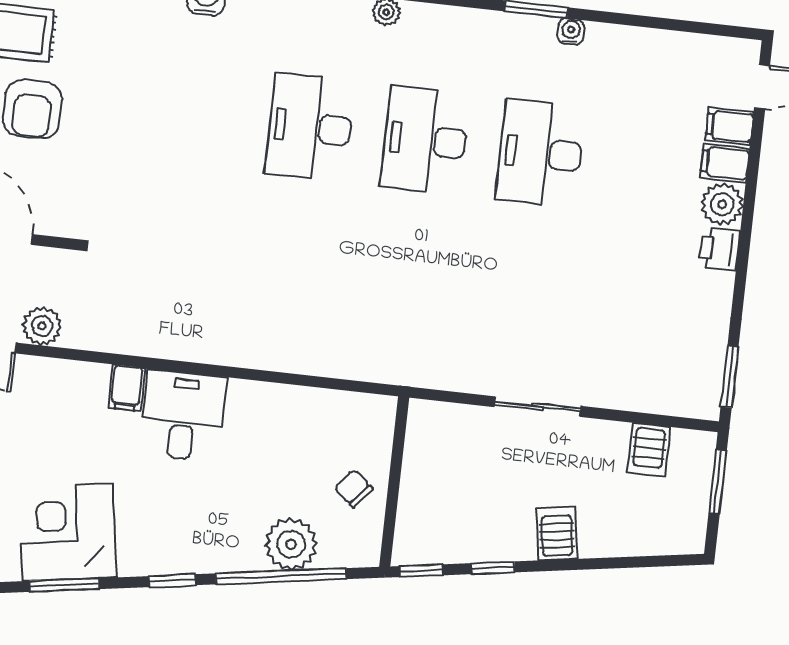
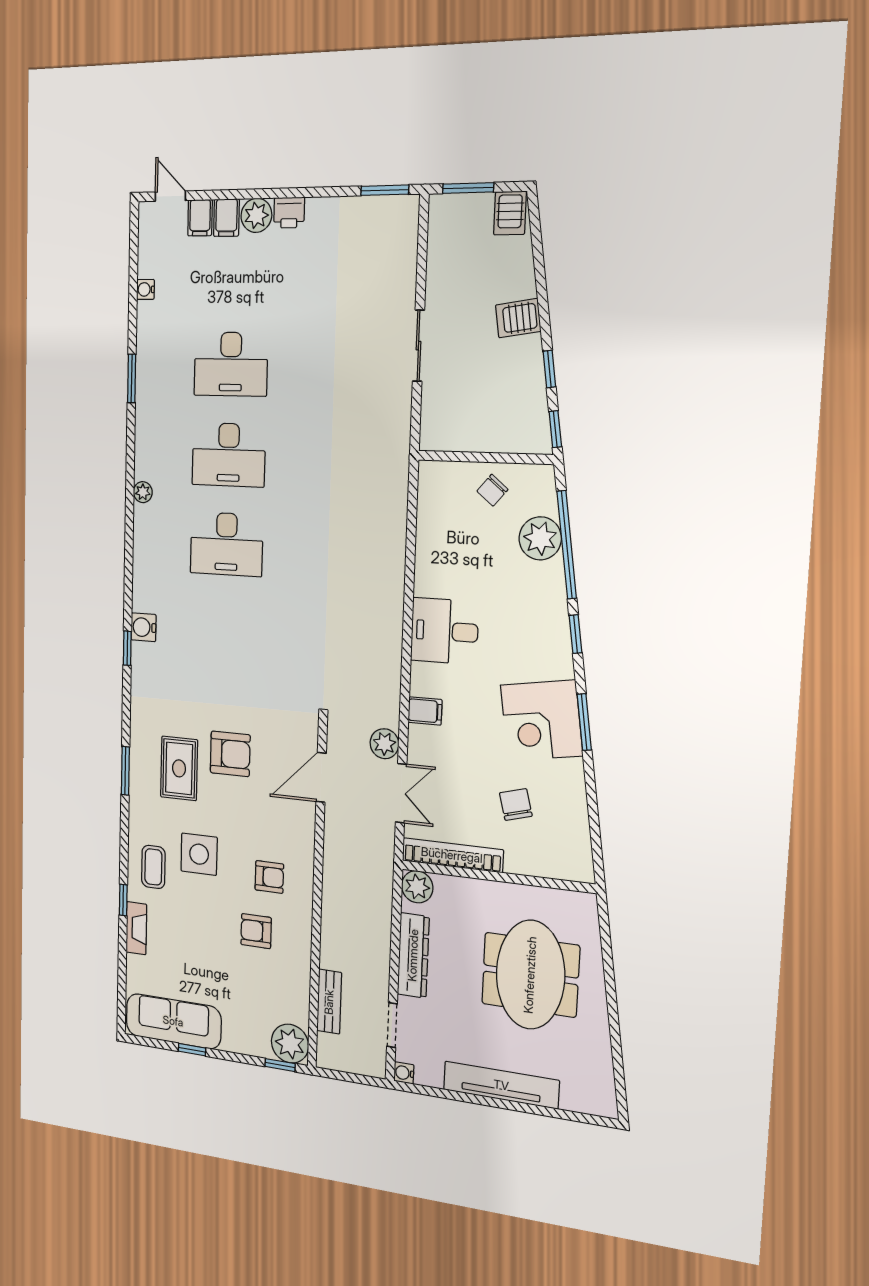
water cooler: (571, 32) -> (145, 289), moved
filing cabinet: (127, 388) -> (425, 711), moved
server rack: (649, 450) -> (510, 213), moved, turned 90

